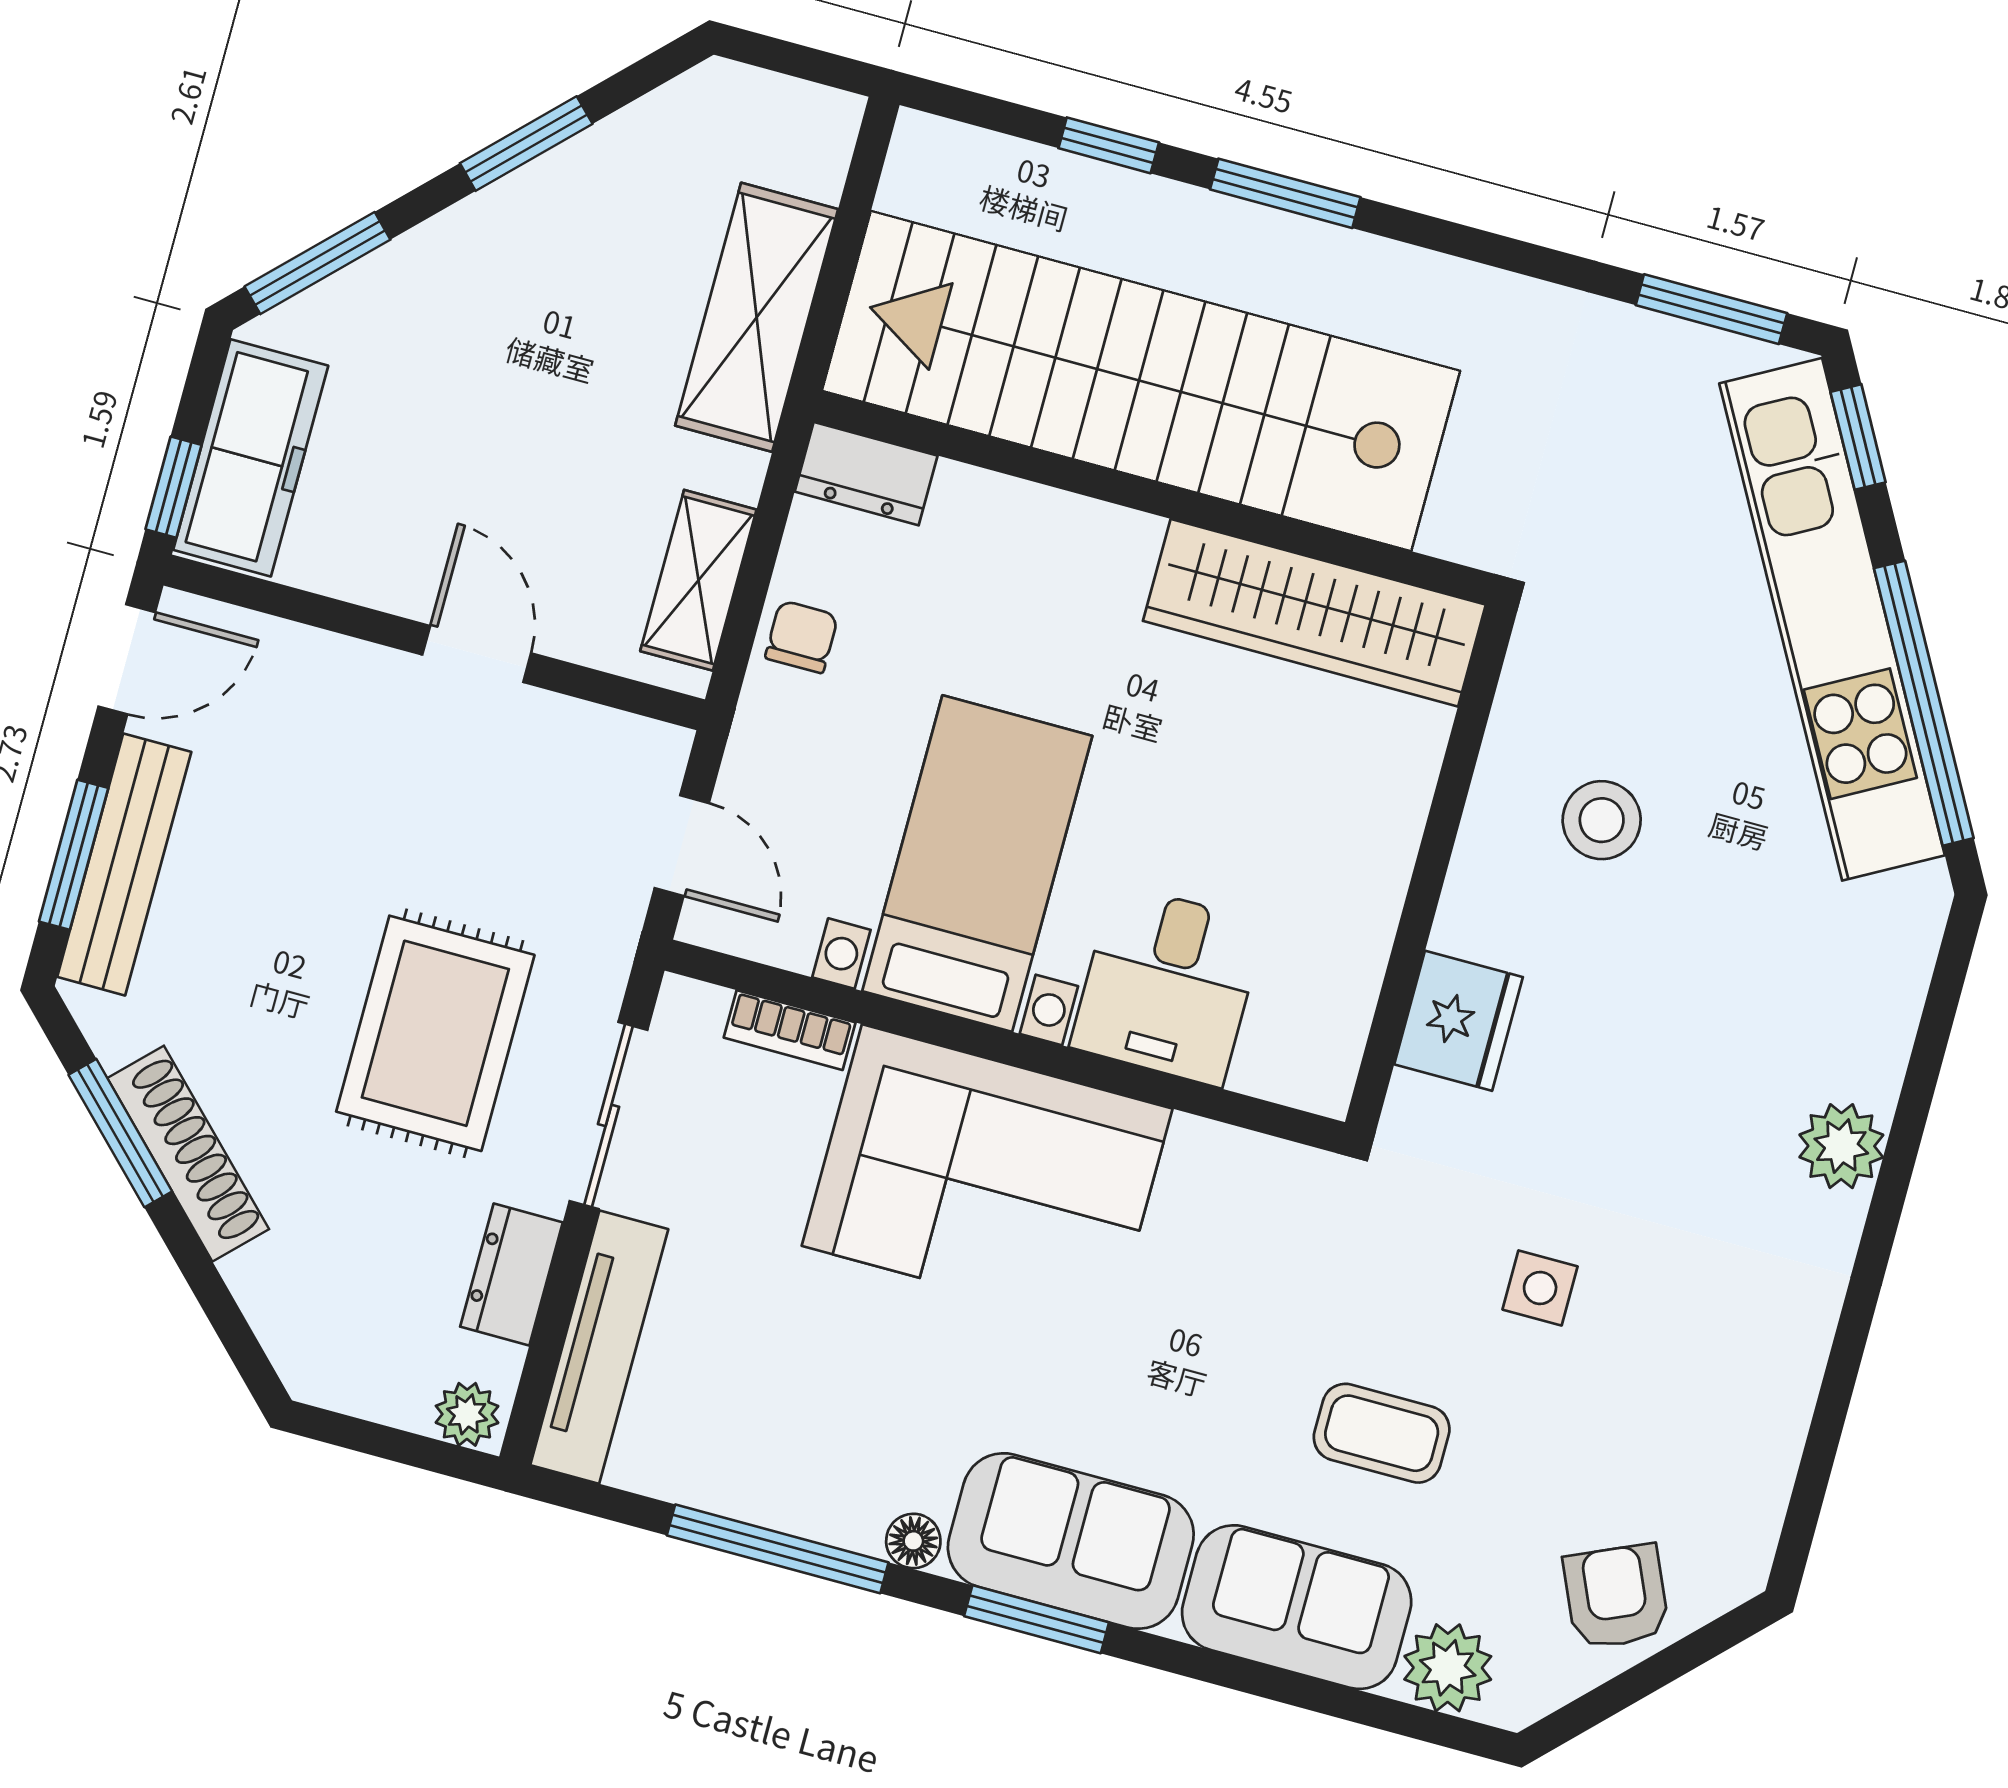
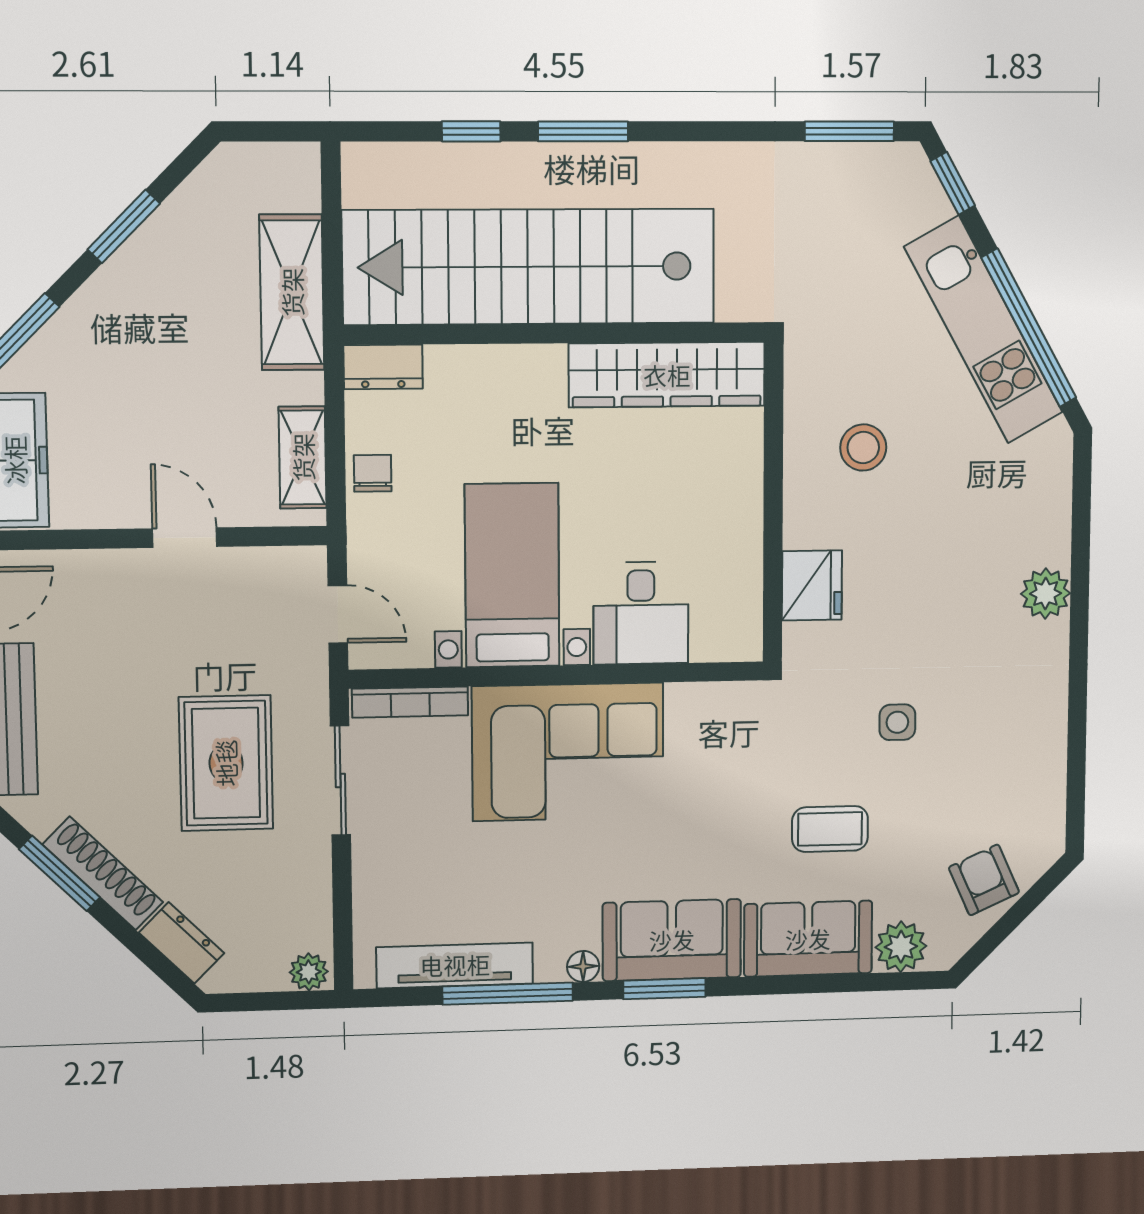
kitchen unit: (1832, 619) -> (984, 330), width x0.73
bookcase: (790, 1030) -> (410, 702), width x1.56
dresser: (512, 1275) -> (181, 943), moved, turned 135
tv unit: (599, 1347) -> (455, 965), moved, turned -90

